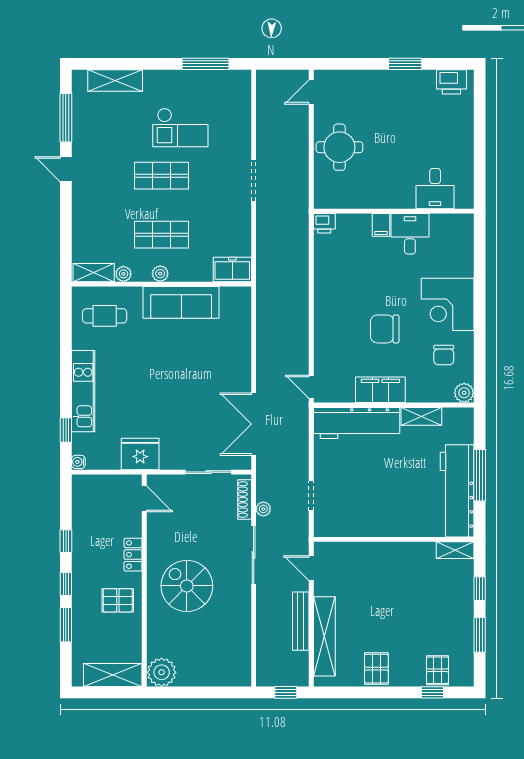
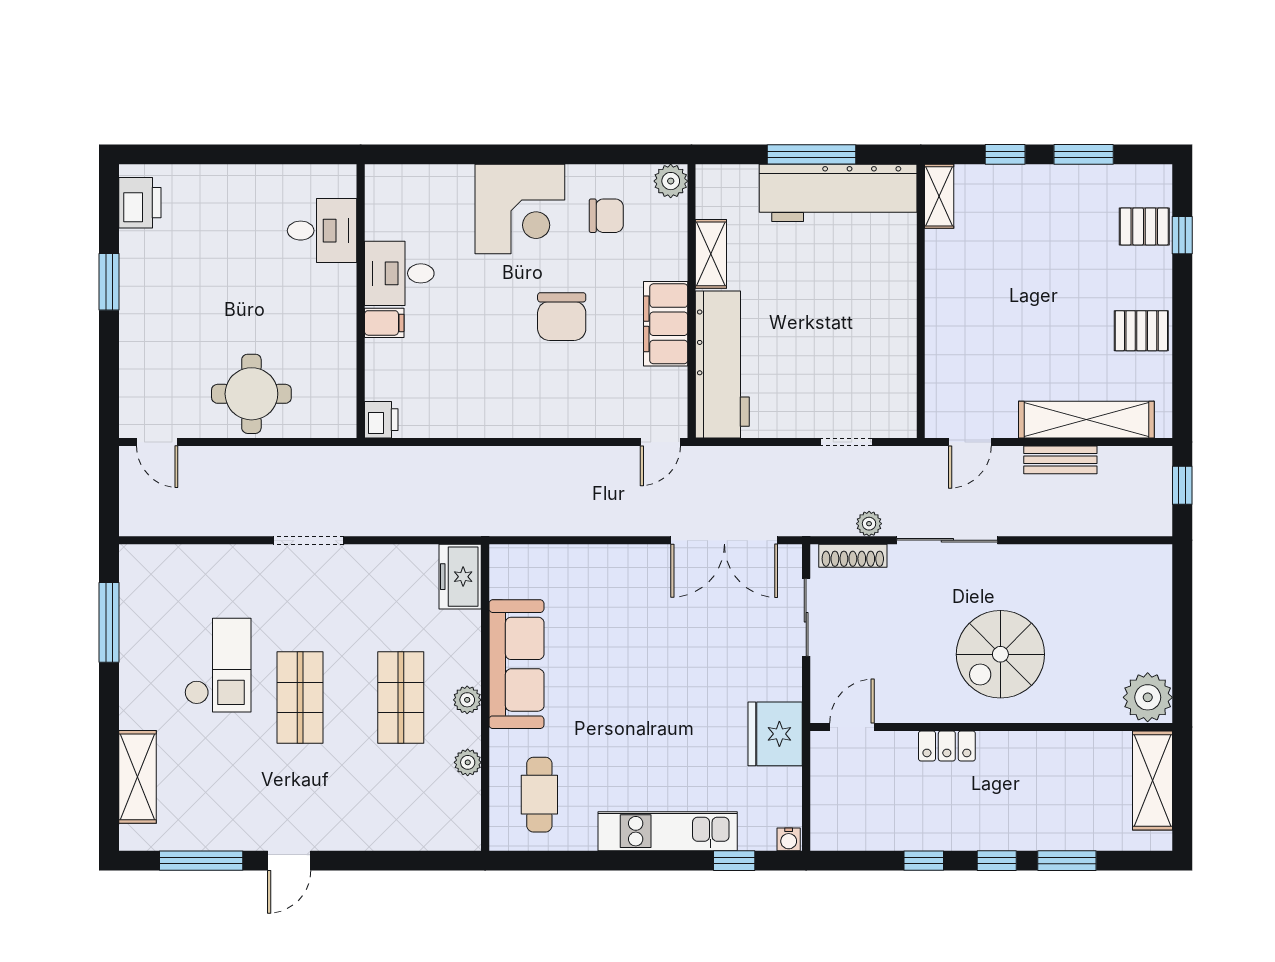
shelving: (94, 273) -> (465, 813), removed
pallet: (118, 600) -> (1025, 772), removed
bench: (301, 621) -> (1060, 460), width x0.73

